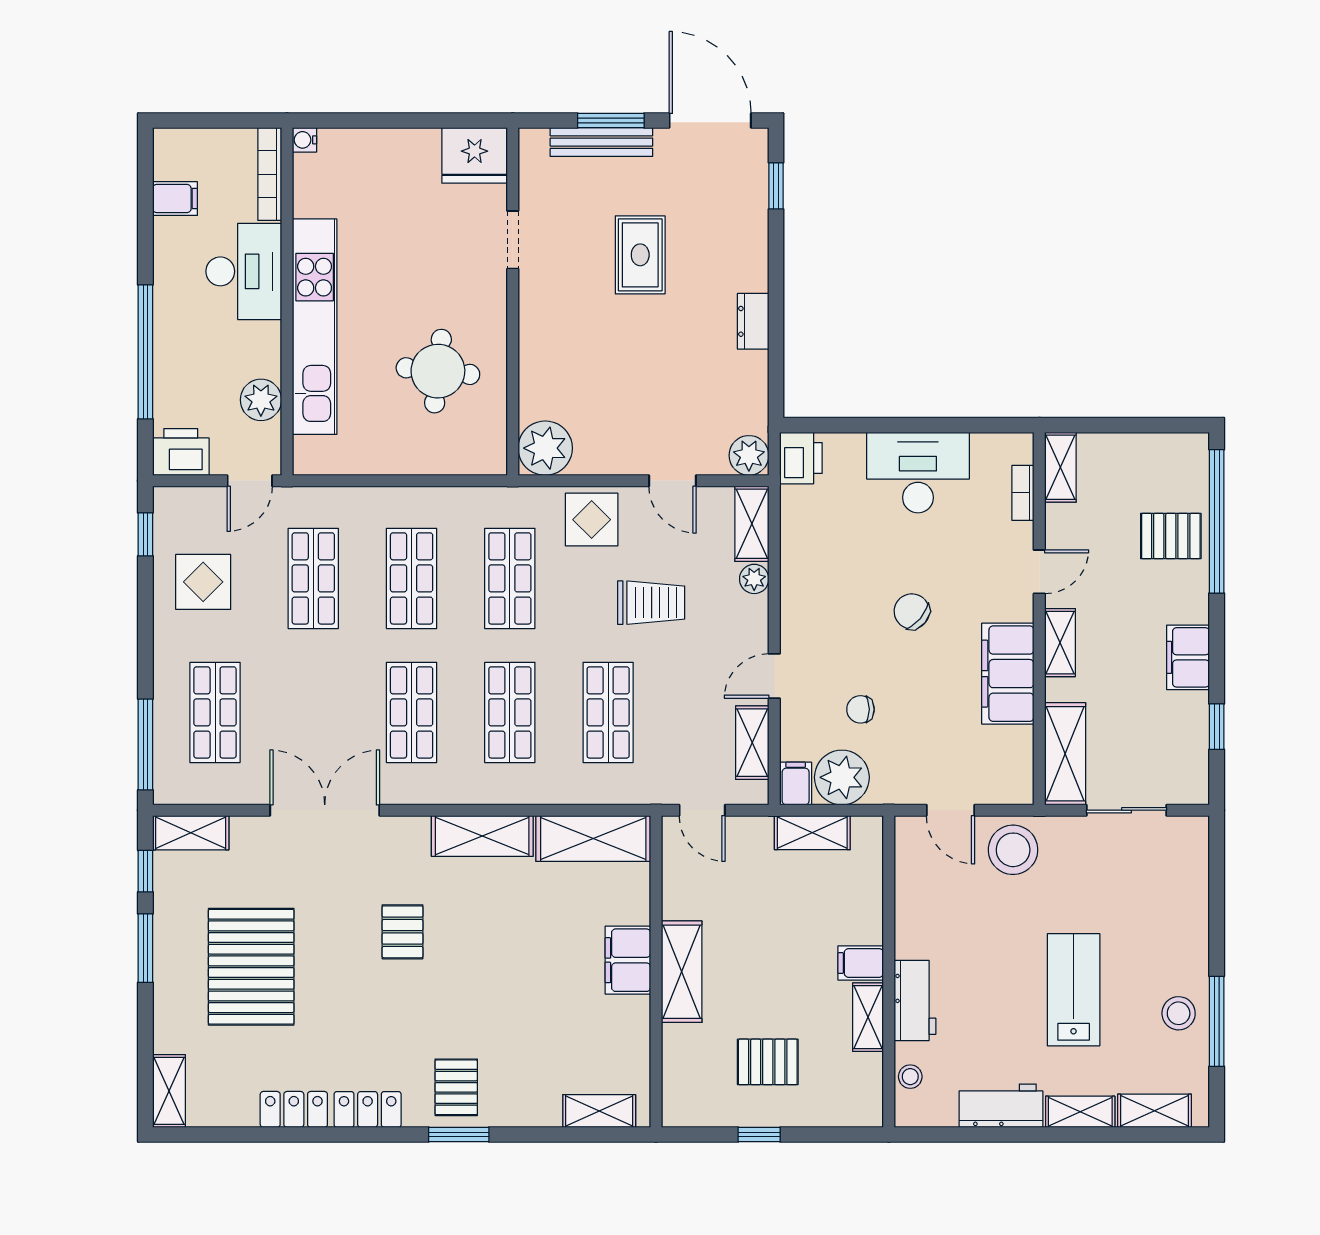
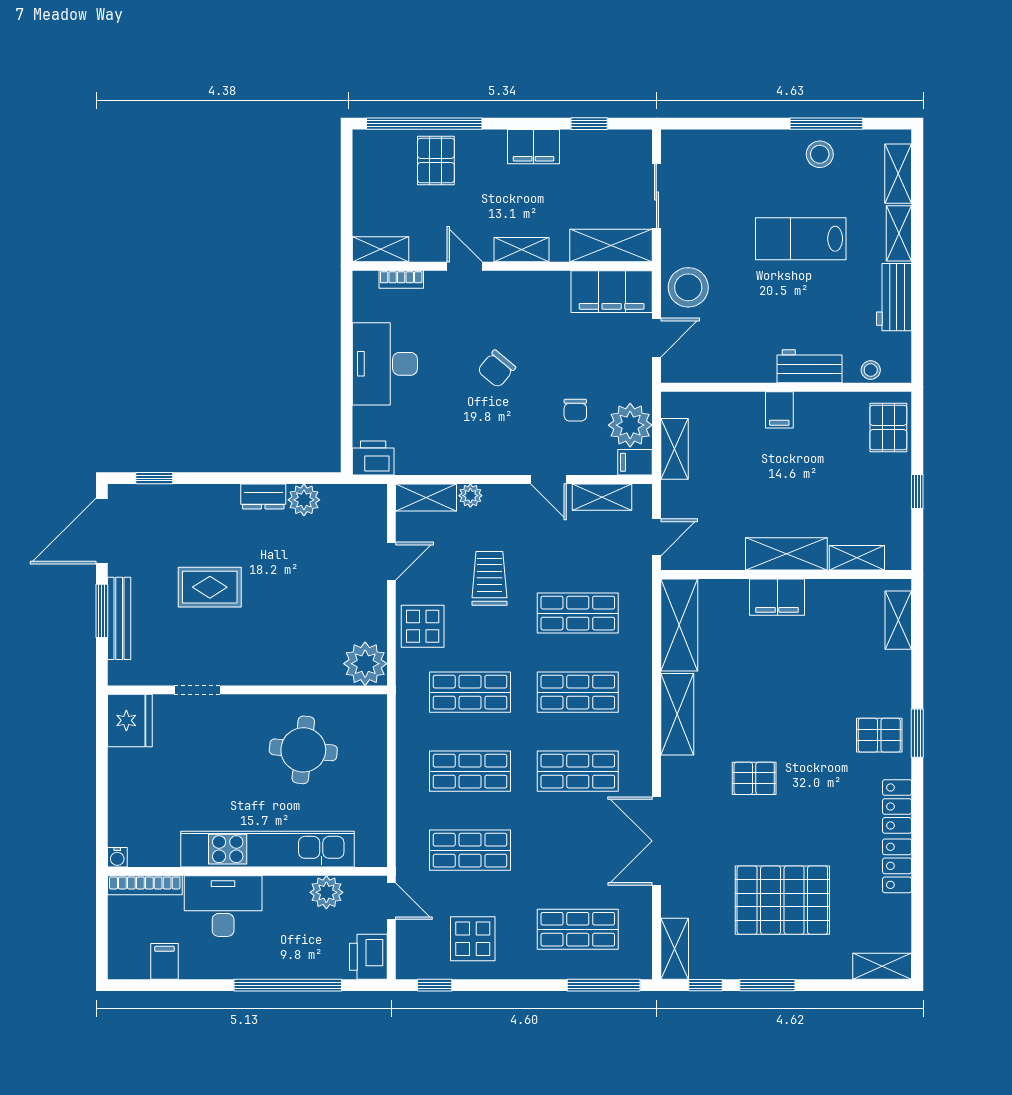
plant: (749, 455) -> (304, 500), moved
filing cabinet: (1008, 674) -> (612, 292), moved
shelving: (868, 1017) -> (857, 558), moved
pallet: (768, 1062) -> (888, 427), moved

